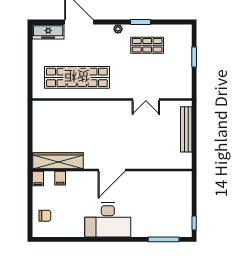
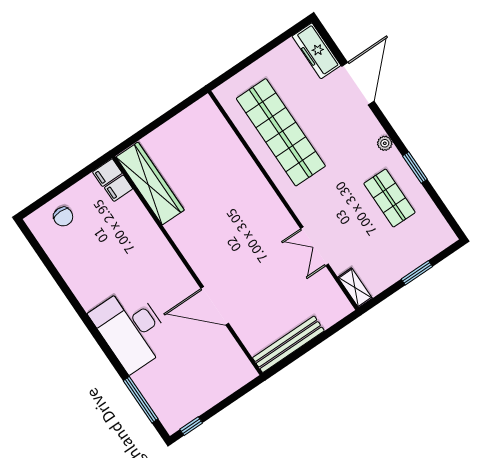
shelving: (181, 93) -> (355, 288), added
bench: (186, 129) -> (288, 344), moved
door: (112, 170) -> (215, 306), moved
filing cabinet: (60, 178) -> (119, 188), moved
desk: (108, 220) -> (131, 329), moved

